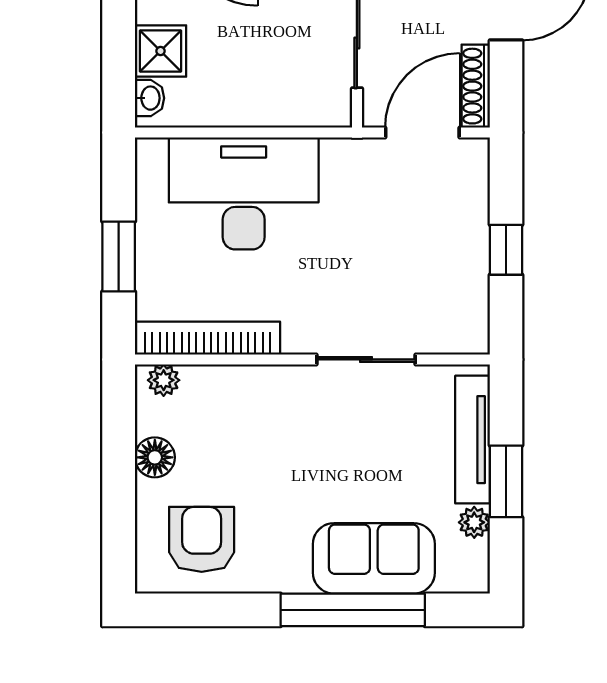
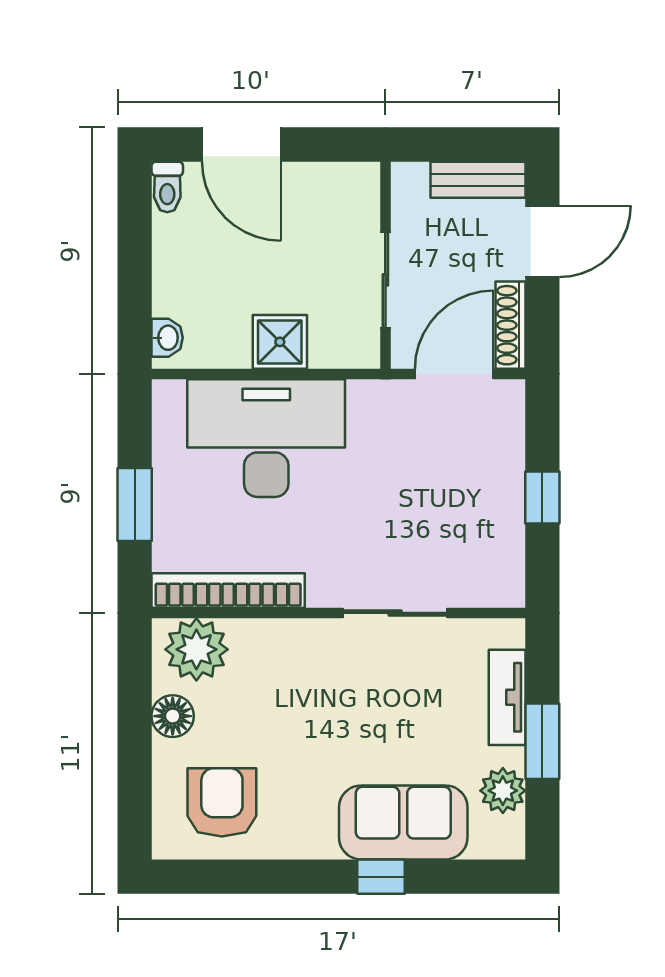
shower: (161, 51) -> (280, 342), moved
plant: (164, 380) -> (196, 649), width x1.88, depth x1.88
tv unit: (472, 440) -> (507, 697), width x0.71
plant: (474, 522) -> (503, 791), width x1.38, depth x1.38
window: (353, 610) -> (381, 877), width x0.32

